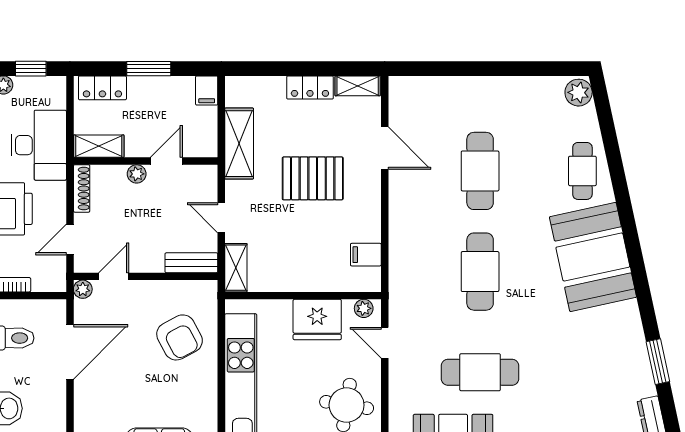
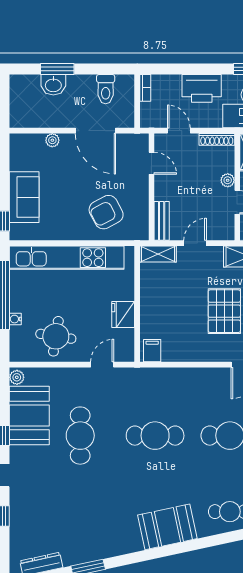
filing cabinet: (366, 255) -> (152, 351), moved
booth: (593, 257) -> (167, 527), width x0.73, depth x0.70
plant: (83, 289) -> (52, 140), moved
plant: (364, 308) -> (128, 349), removed
fridge: (317, 320) -> (123, 314), width x0.73, depth x0.75

